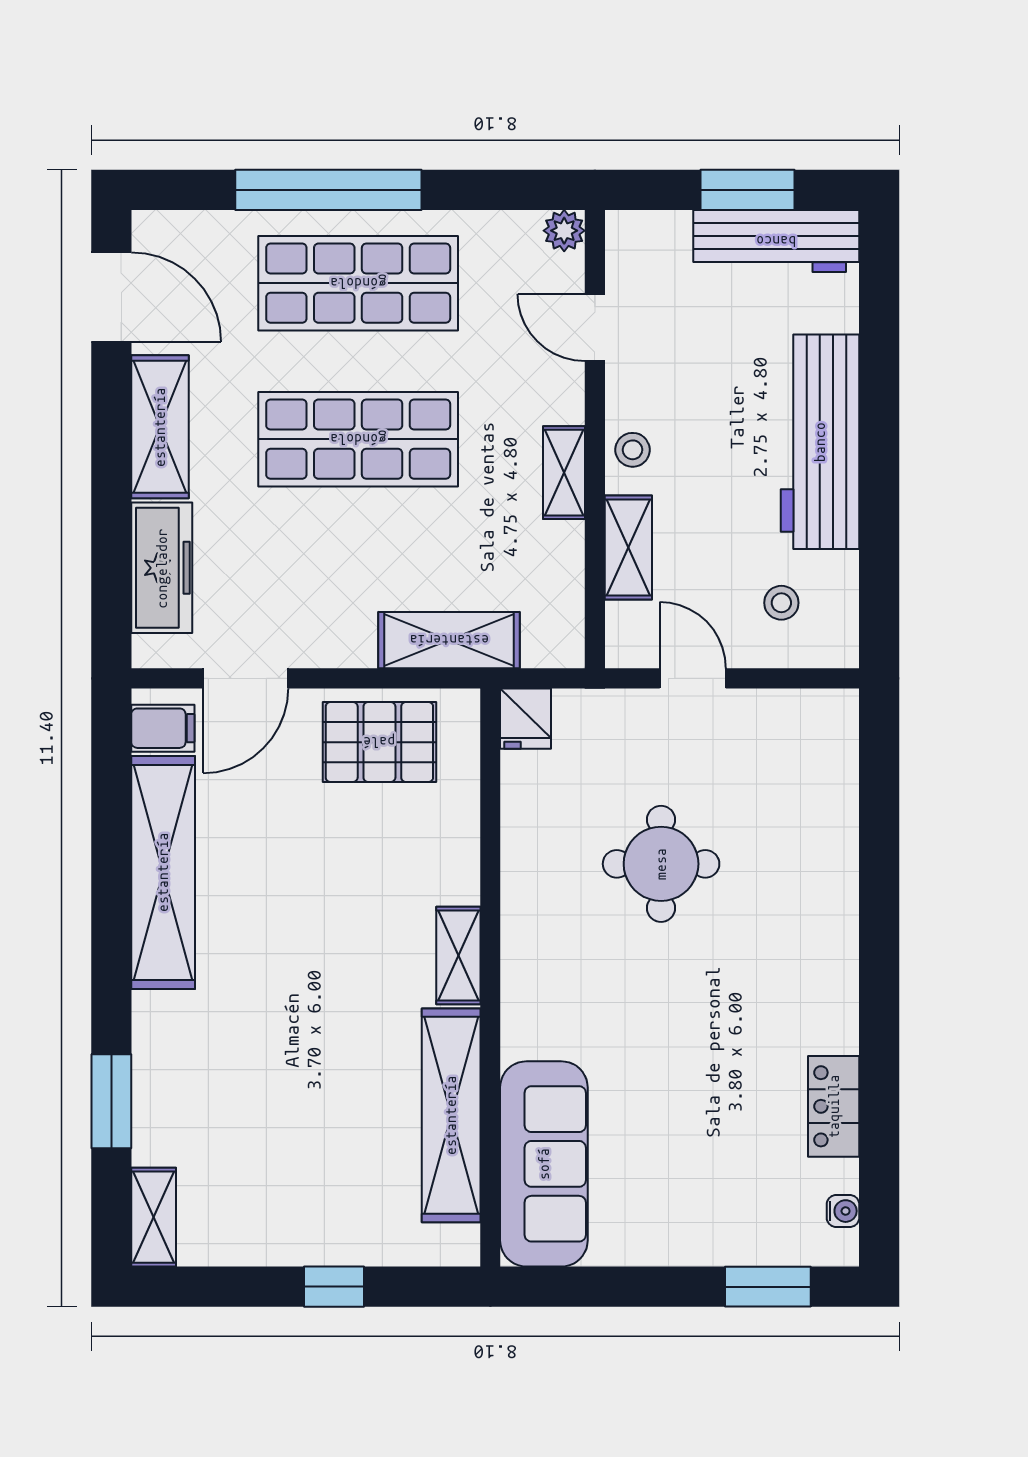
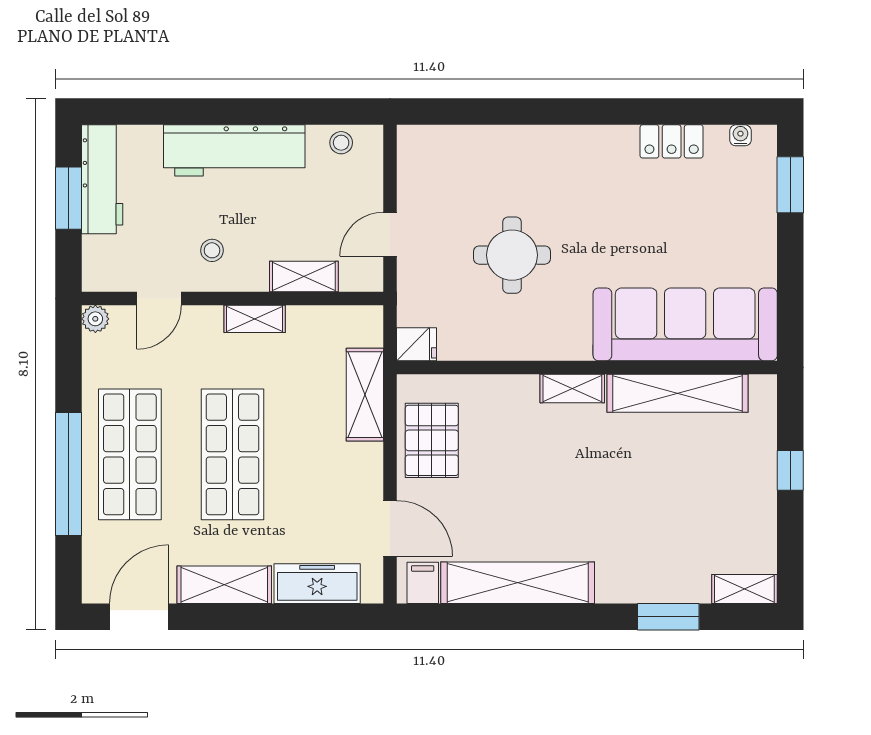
stool: (632, 450) -> (212, 250), moved
stool: (781, 603) -> (341, 143), moved
sofa: (544, 1164) -> (685, 324), width x1.36, depth x1.27

